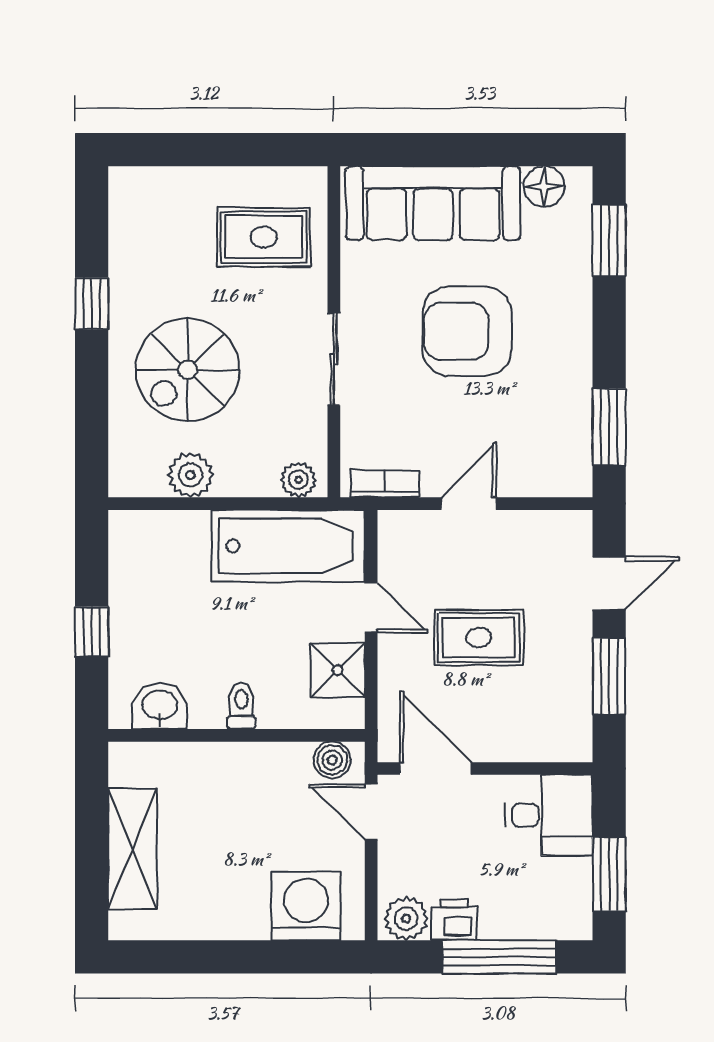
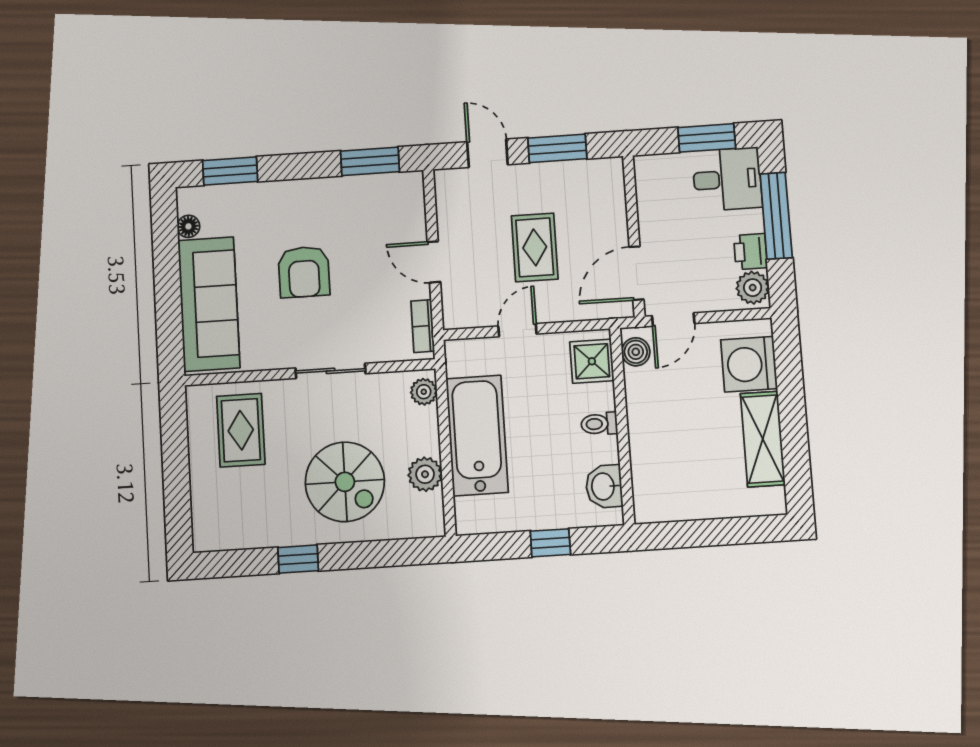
floor lamp: (544, 187) -> (188, 226), width x0.73, depth x0.73
armchair: (467, 331) -> (304, 272), width x0.73, depth x0.73
bathtub: (288, 546) -> (477, 435), moved
shower: (338, 670) -> (592, 361), moved
desk: (549, 815) -> (727, 179), moved, turned 90
shelving: (132, 849) -> (763, 439), moved, turned 90

